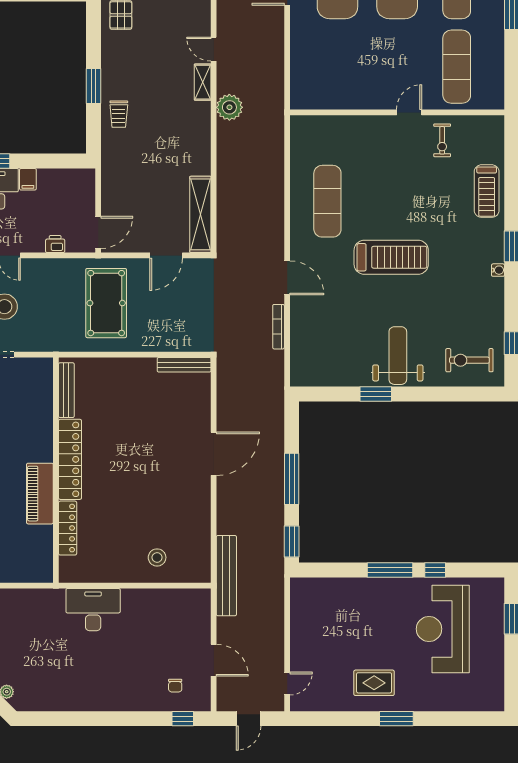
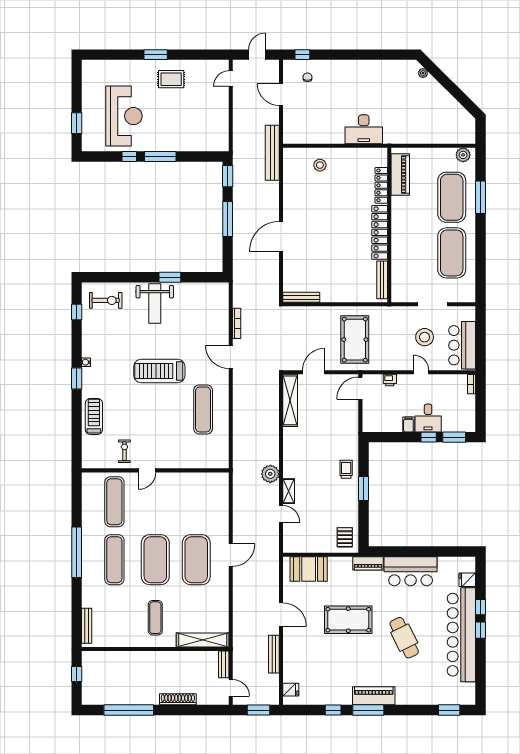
piano: (40, 494) -> (400, 175), moved

